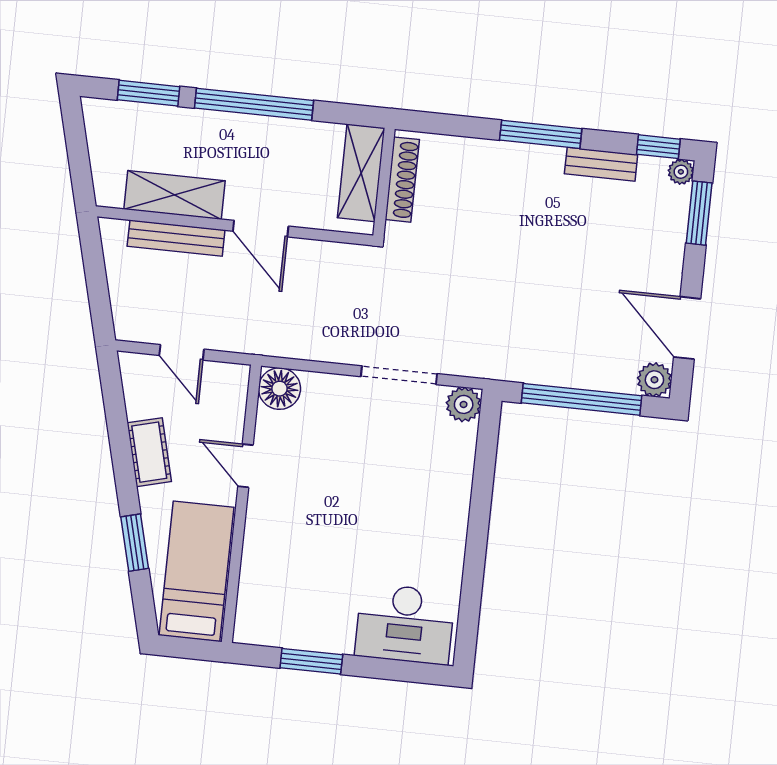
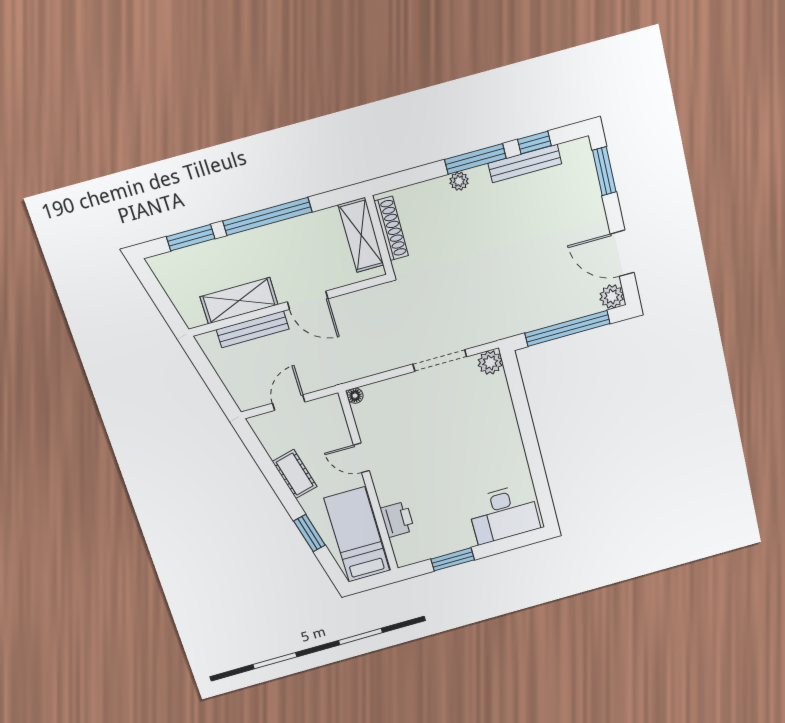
window: (658, 147) -> (534, 143), moved
bench: (601, 164) -> (525, 164), width x1.36
plant: (681, 172) -> (459, 181), moved
door: (182, 352) -> (289, 403), swing flipped
floor lamp: (279, 389) -> (355, 396), width x0.53, depth x0.53
printer: (259, 572) -> (397, 519), added

